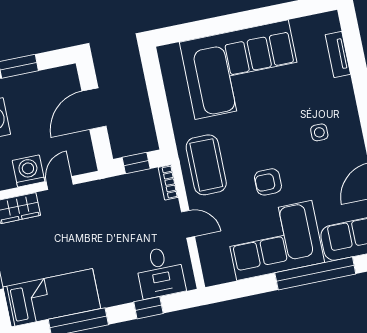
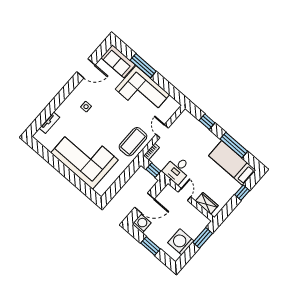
washing machine: (29, 171) -> (142, 223), moved, turned 180
armchair: (268, 182) -> (121, 112), removed
door: (60, 183) -> (184, 194), swing flipped
desk: (160, 272) -> (177, 170), moved, turned 180
window: (315, 273) -> (143, 66), width x0.68

